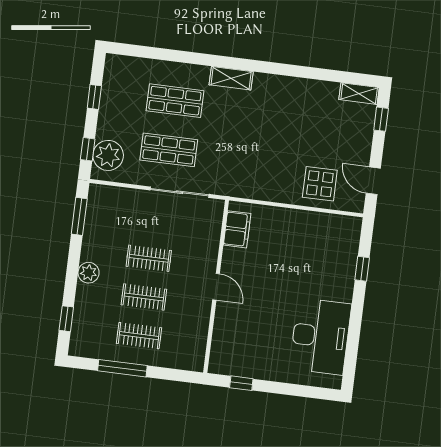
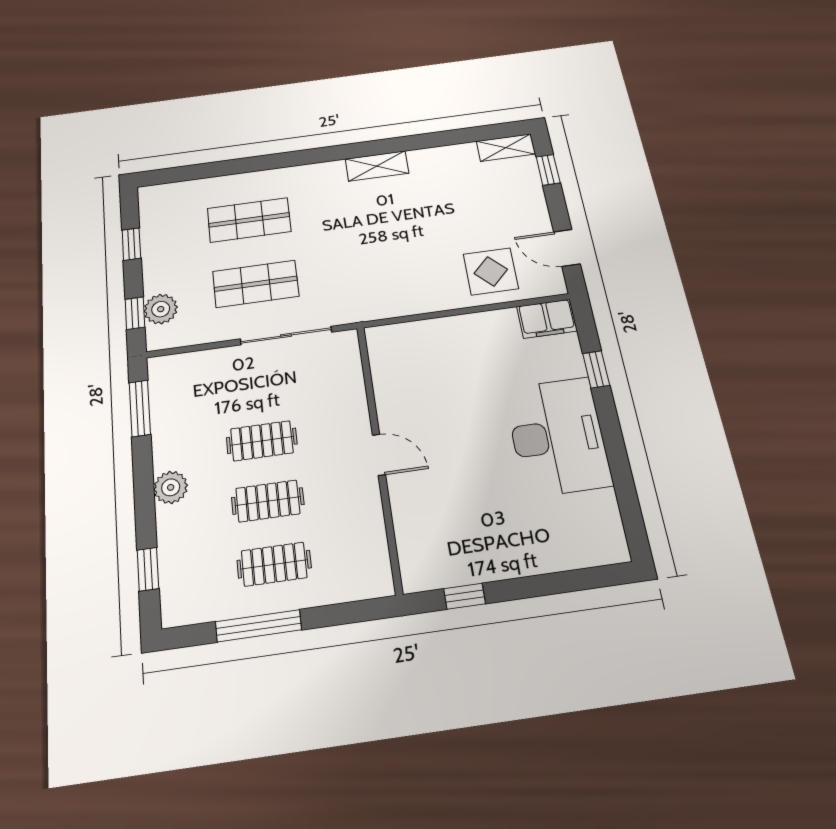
shelving: (231, 78) -> (377, 166), moved
plant: (108, 155) -> (161, 309), width x0.73, depth x0.73
filing cabinet: (237, 229) -> (547, 319), moved, turned 90
desk: (320, 336) -> (558, 436), moved

